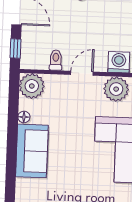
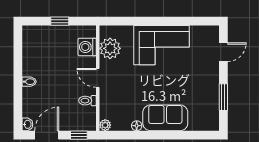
plant: (32, 86) -> (105, 125), width x0.53, depth x0.53

